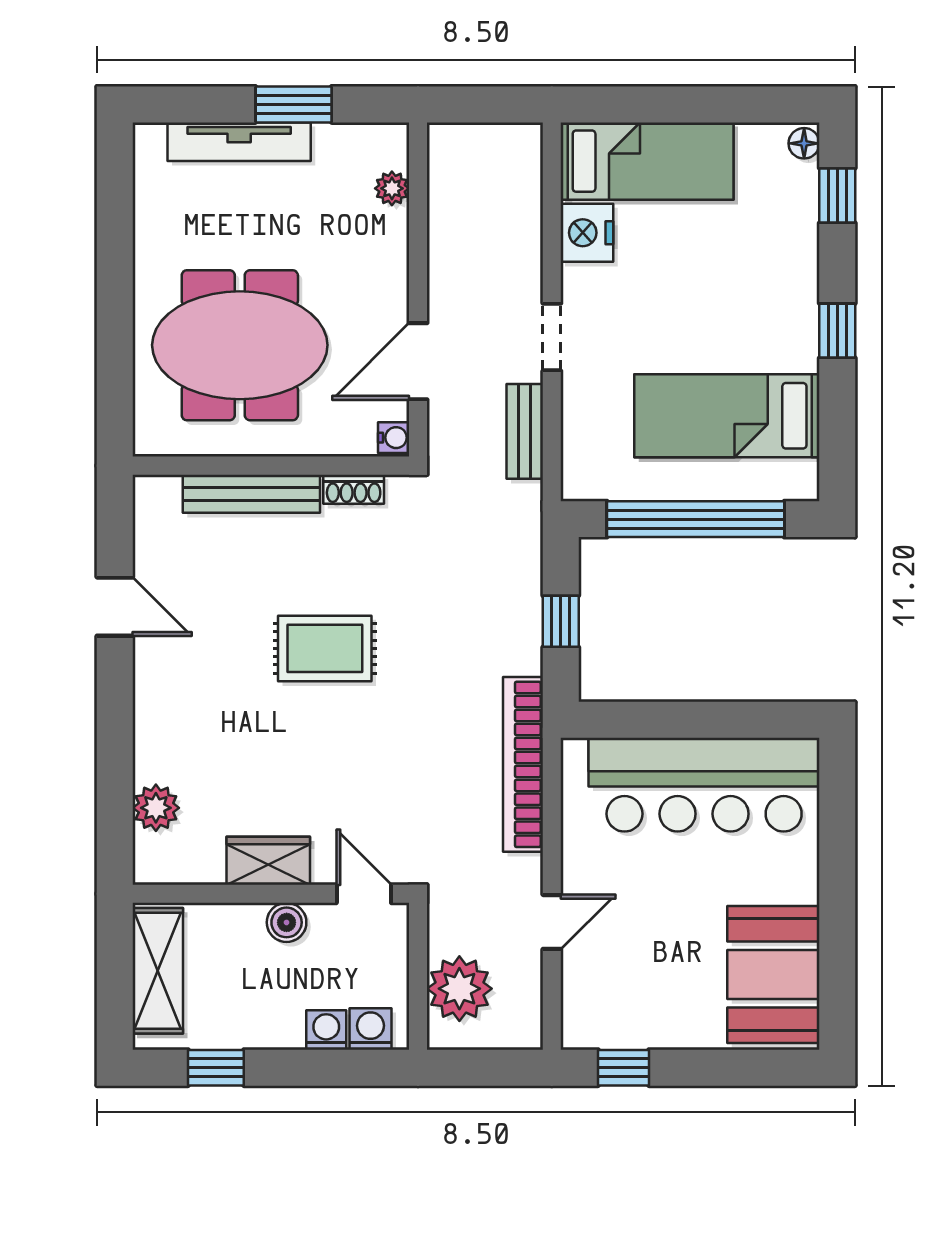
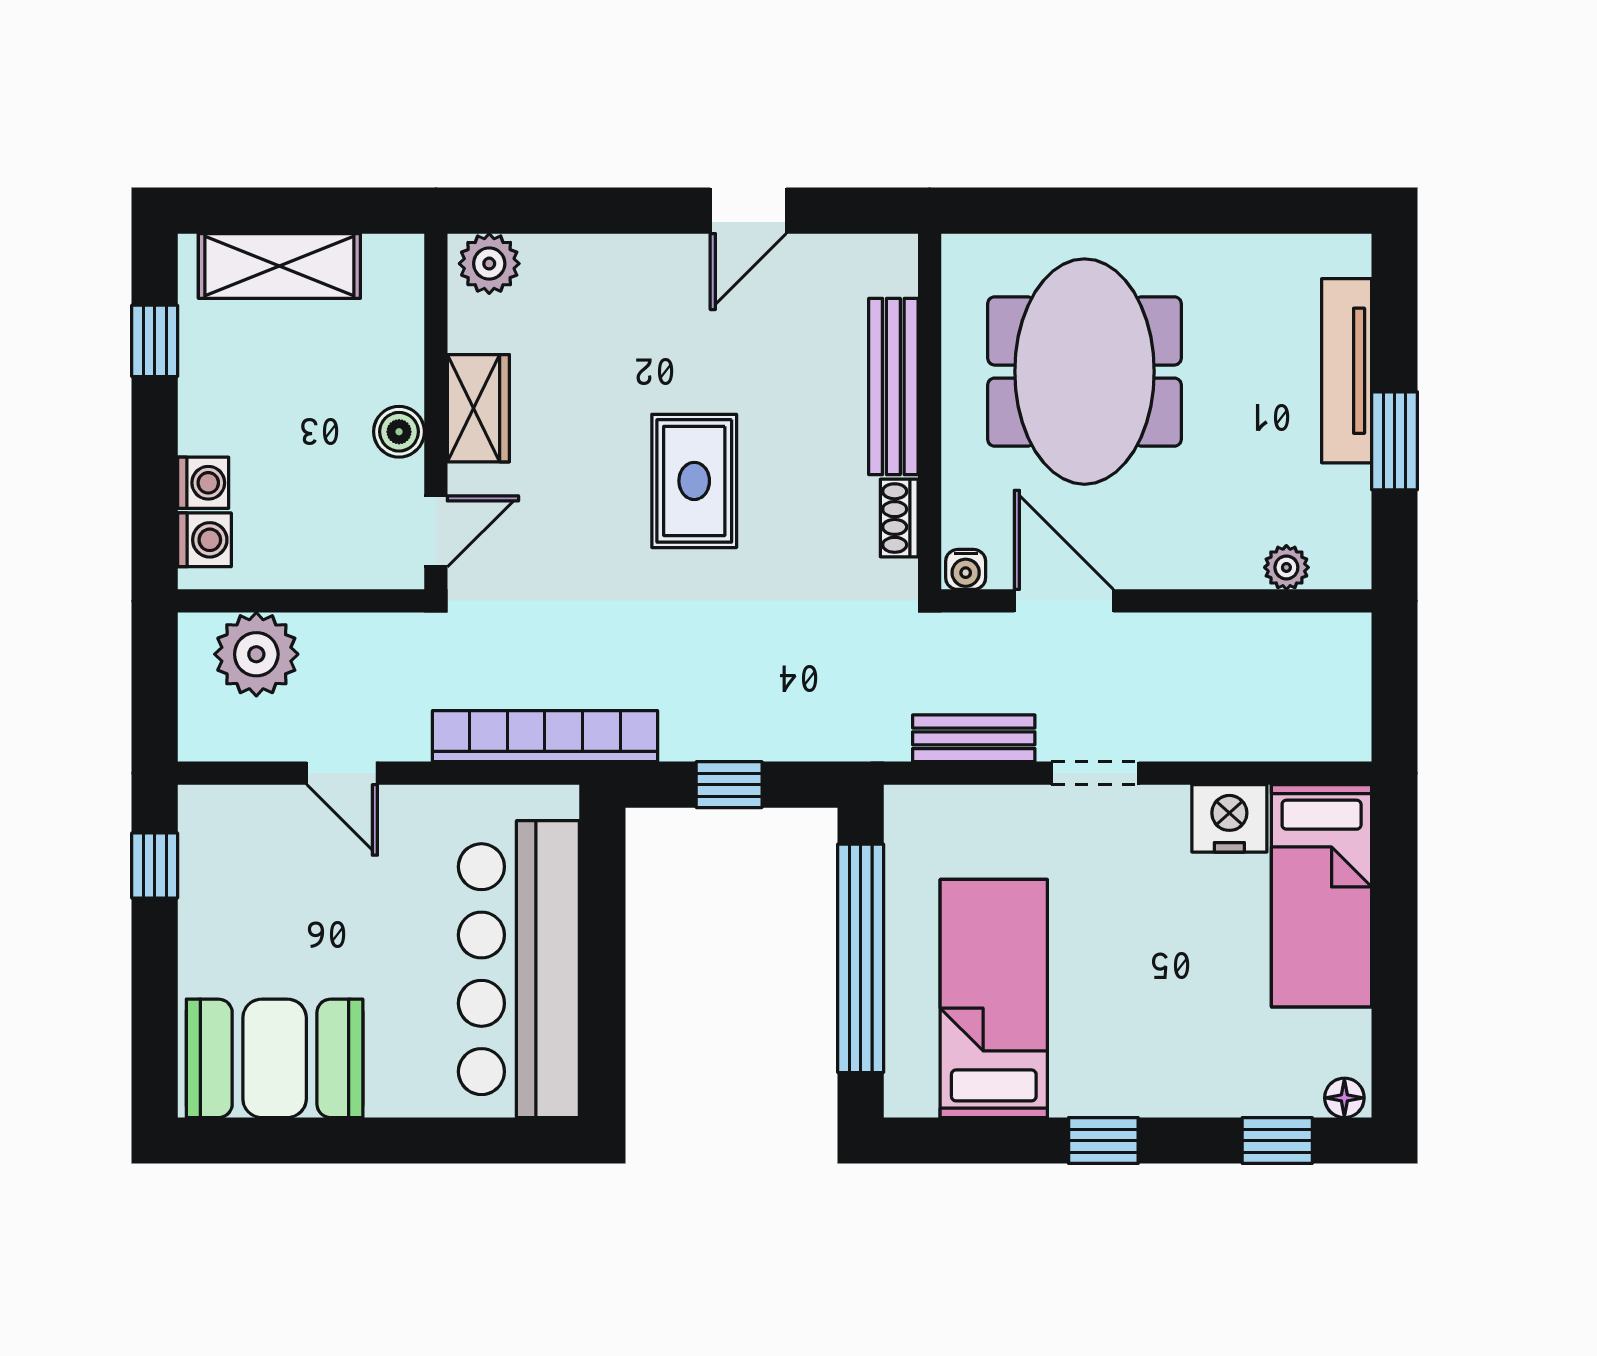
wardrobe: (268, 861) -> (478, 408), moved
wall: (271, 894) -> (436, 412), moved
door: (364, 894) -> (436, 531), moved
boiler: (287, 922) -> (399, 432), moved

